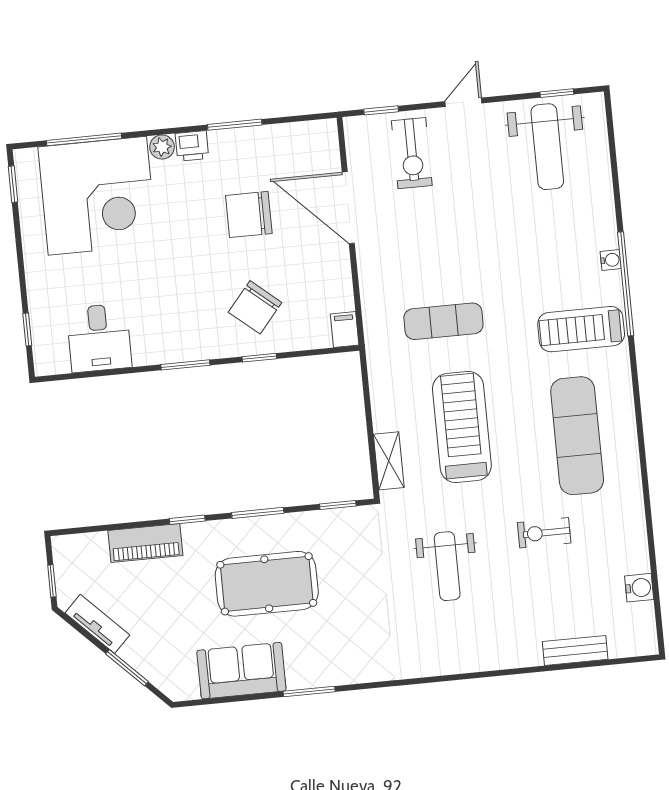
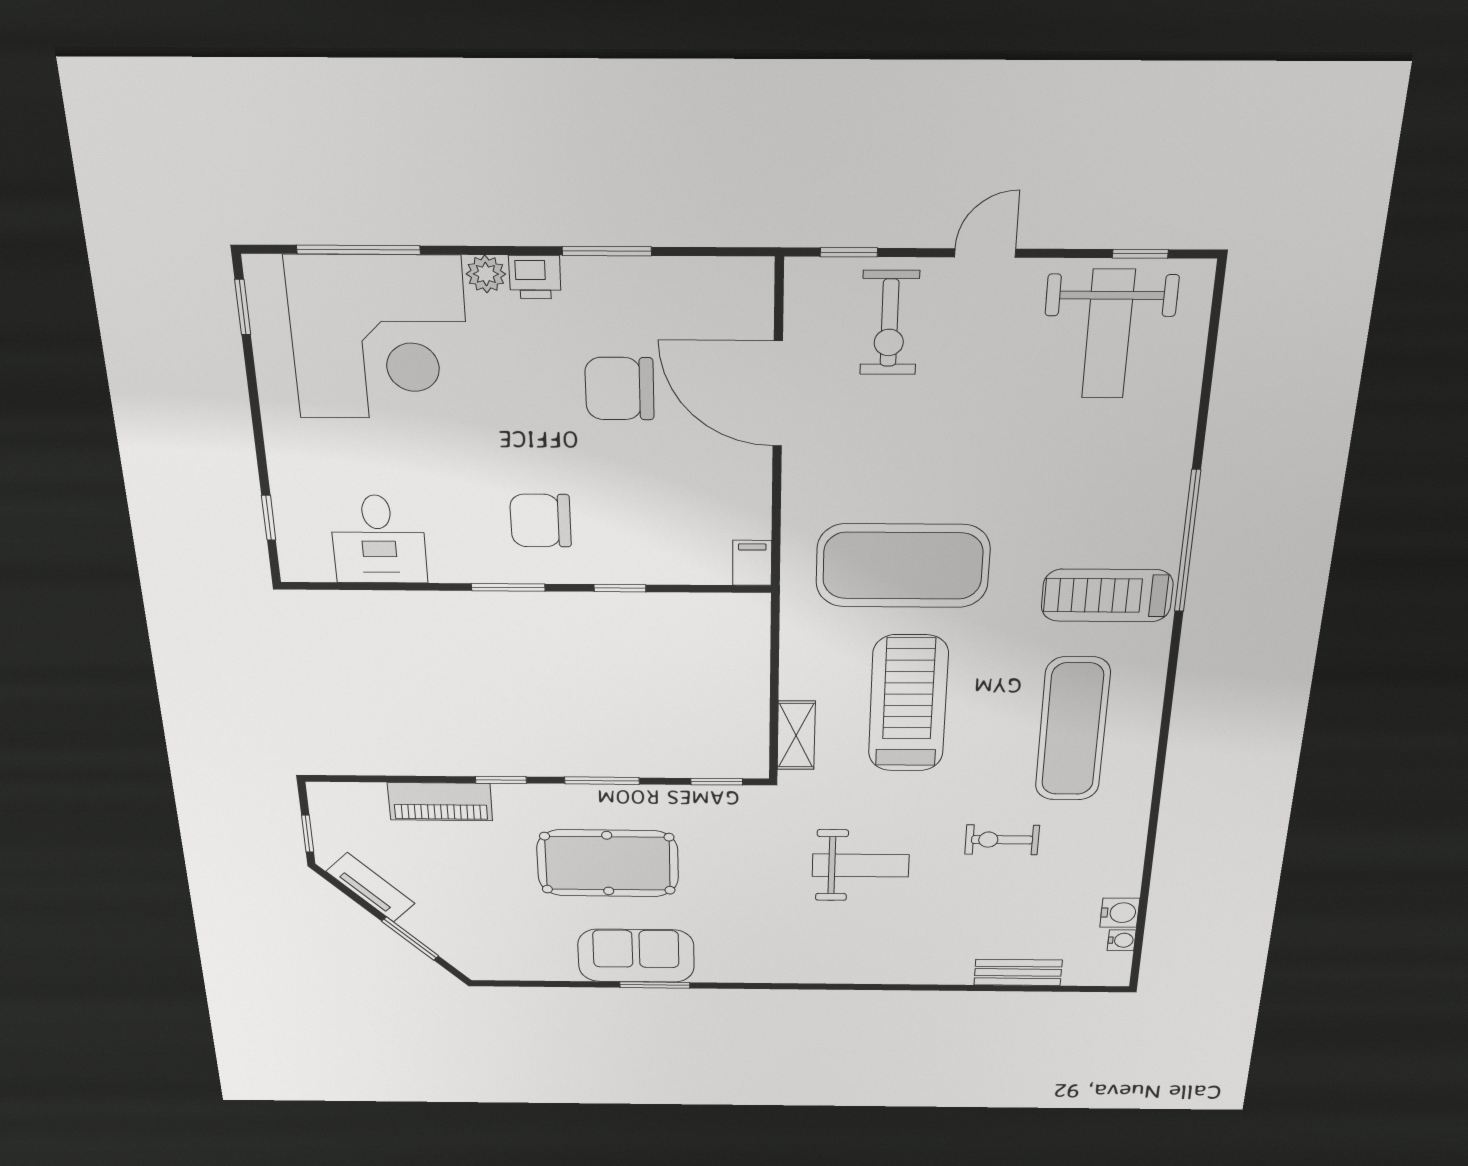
water cooler: (611, 260) -> (1122, 940), moved
chair: (255, 307) -> (541, 521), moved, turned 50
exercise mat: (443, 321) -> (903, 566), width x2.00, depth x1.45
weight bench: (447, 566) -> (861, 865), turned -90
sofa: (241, 671) -> (636, 956), moved

